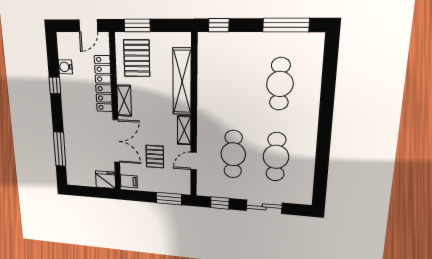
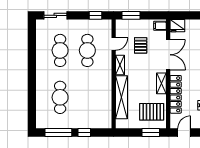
window: (219, 25) -> (84, 132), moved
pallet: (137, 58) -> (152, 112), turned 90
double door: (116, 141) -> (168, 55), swing flipped
sliding door: (264, 207) -> (55, 15), moved

